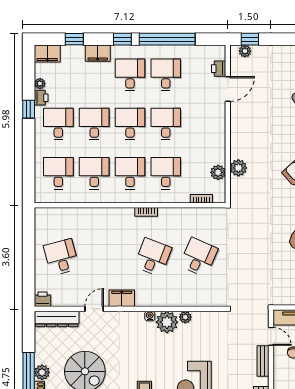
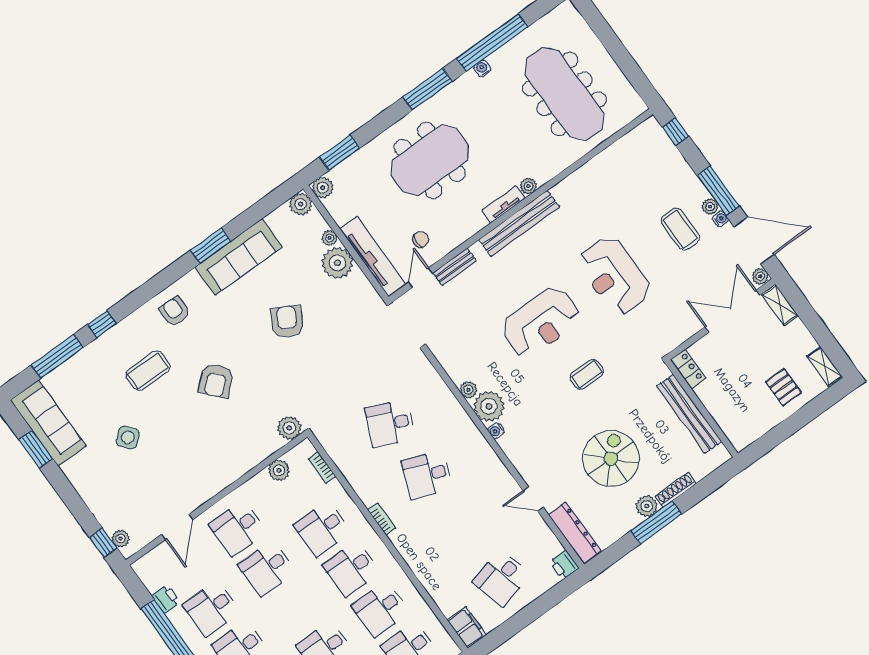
printer: (219, 69) -> (166, 599), moved, turned -90
door: (228, 89) -> (177, 527), swing flipped
desk: (130, 124) -> (238, 528), moved
plant: (238, 168) -> (289, 428), moved
filing cabinet: (122, 298) -> (467, 627), moved, turned 180

